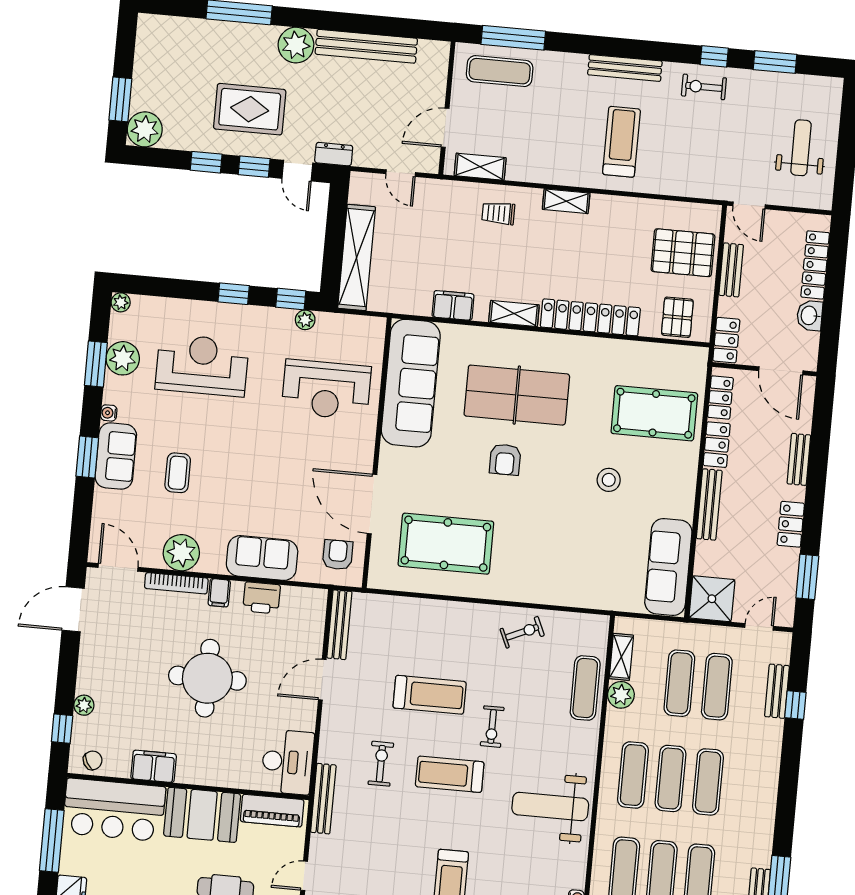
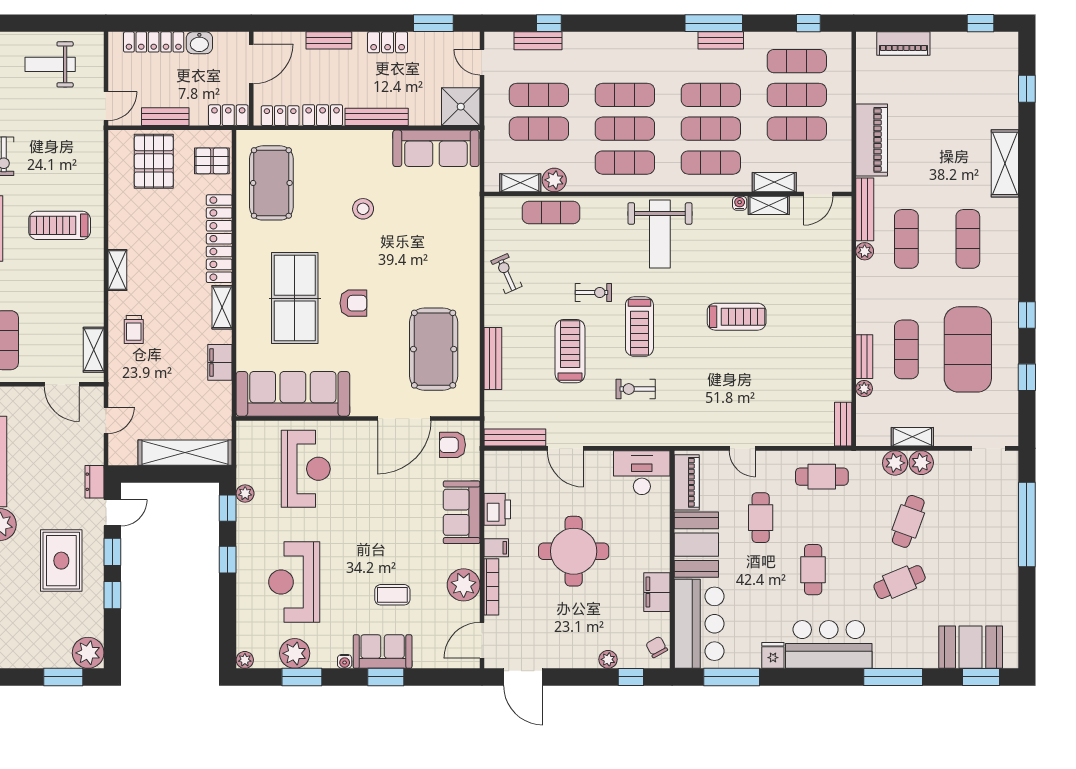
pool table: (654, 413) -> (271, 183), moved
bench: (323, 799) -> (493, 358), moved, turned 90

